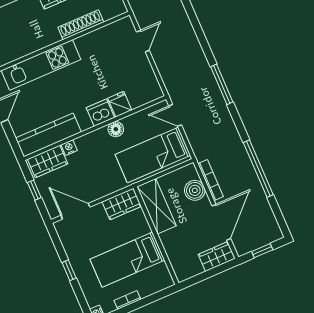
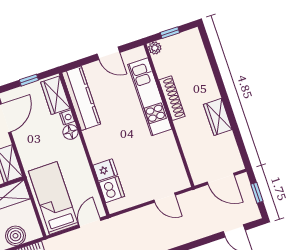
shoe rack: (81, 25) -> (172, 98), moved
dishwasher: (100, 113) -> (112, 189), moved
floor lamp: (116, 129) -> (70, 132), moved

